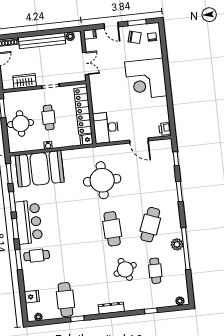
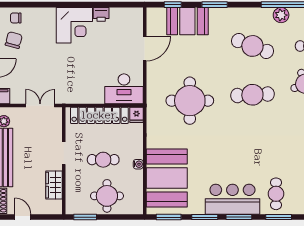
corner desk: (146, 79) -> (74, 25), width x0.74, depth x0.74
printer: (165, 129) -> (101, 14), moved
booth: (164, 172) -> (187, 21), added

